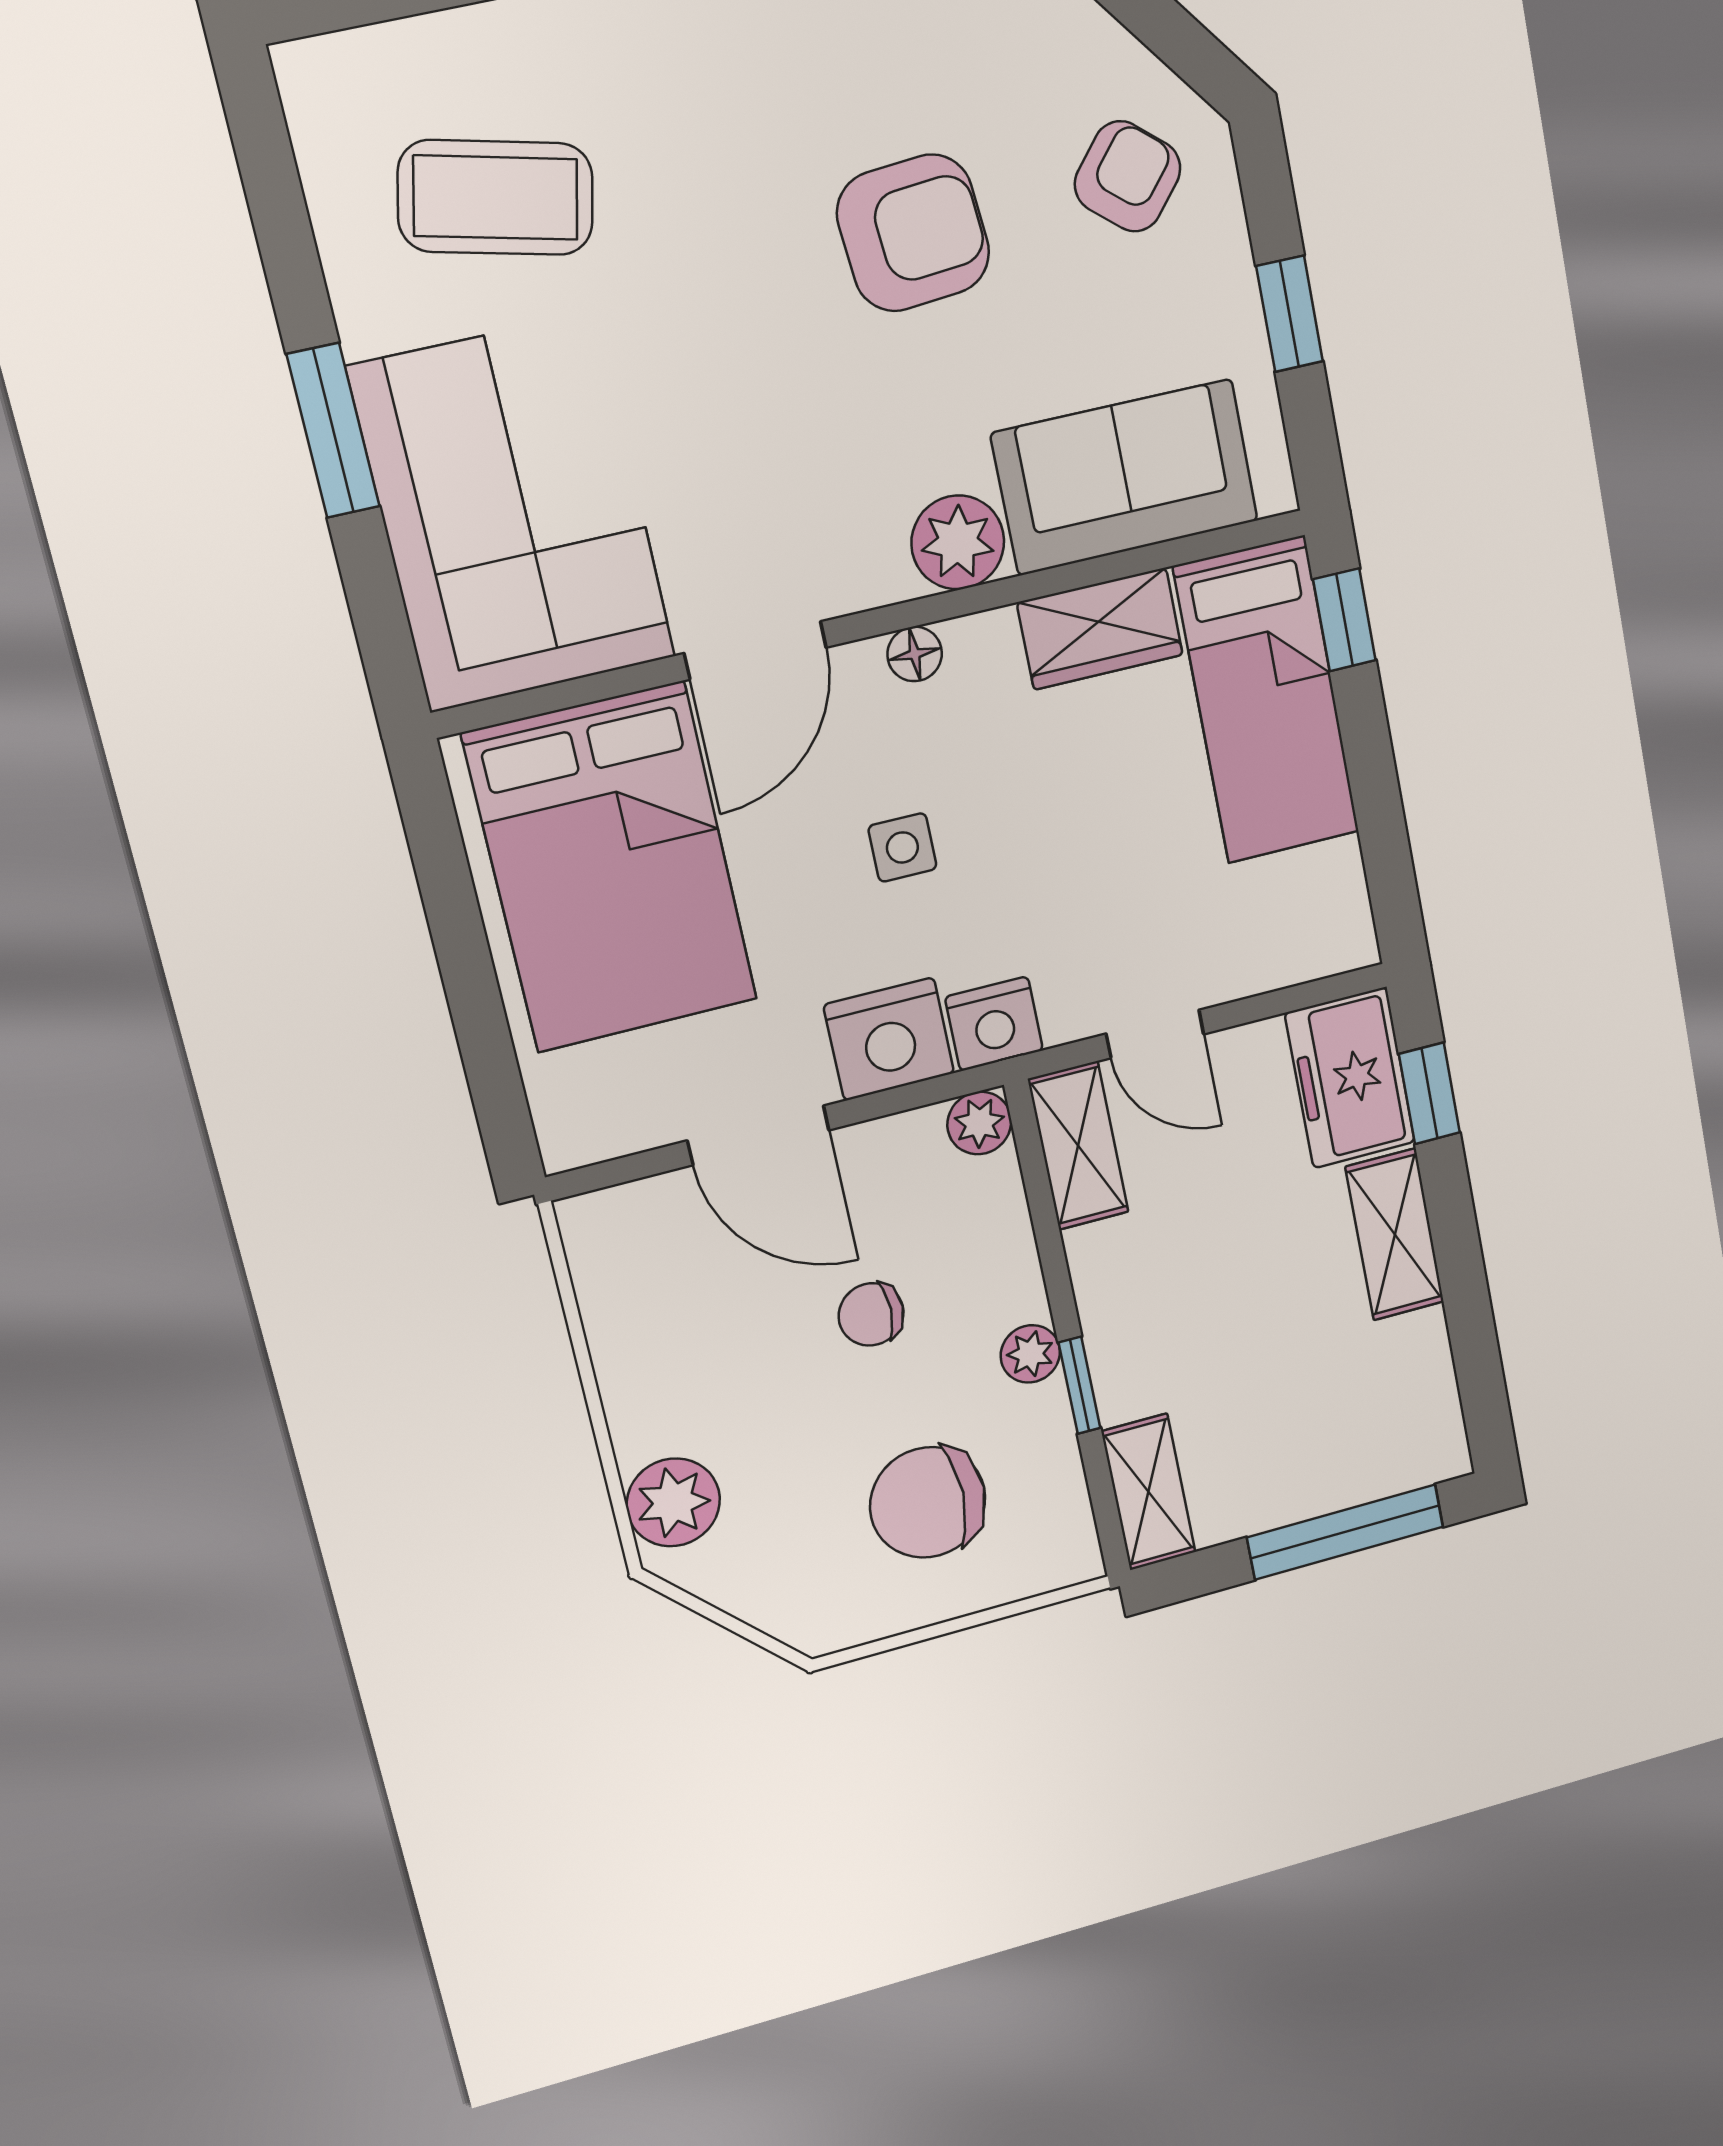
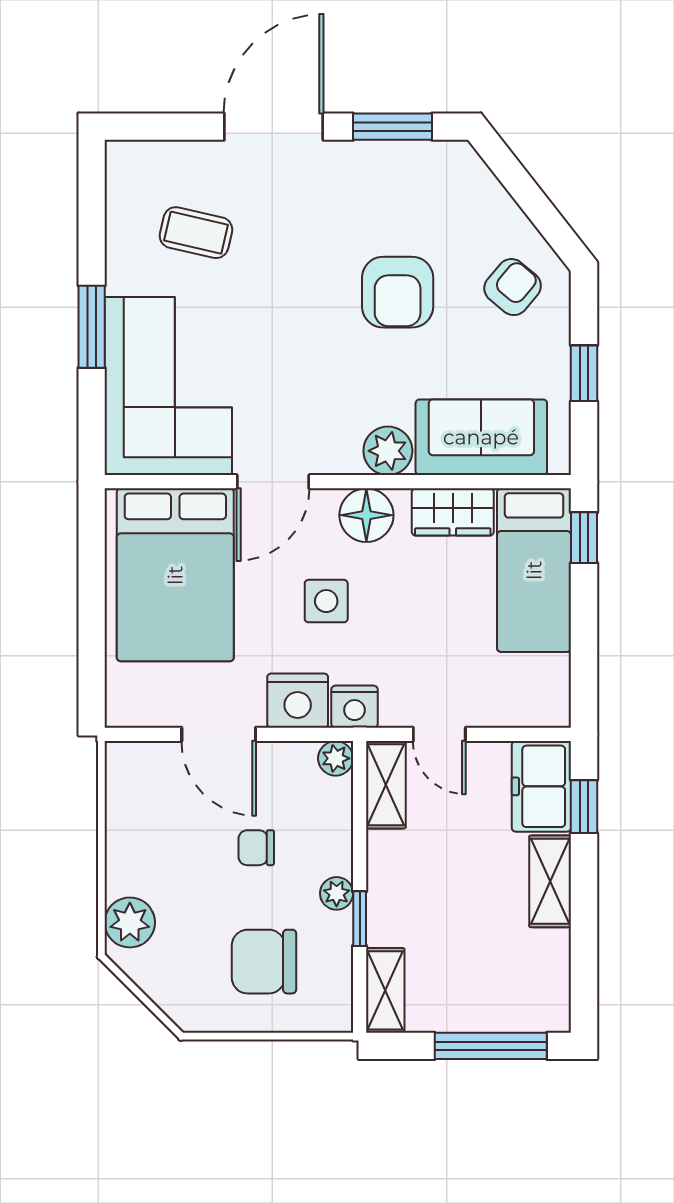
coffee table: (496, 198) -> (196, 233), width x0.73, depth x0.77
armchair: (913, 233) -> (398, 292), turned 95
floor lamp: (915, 654) -> (366, 515), width x1.89, depth x1.89
side table: (902, 847) -> (326, 601), width x1.37, depth x1.37

